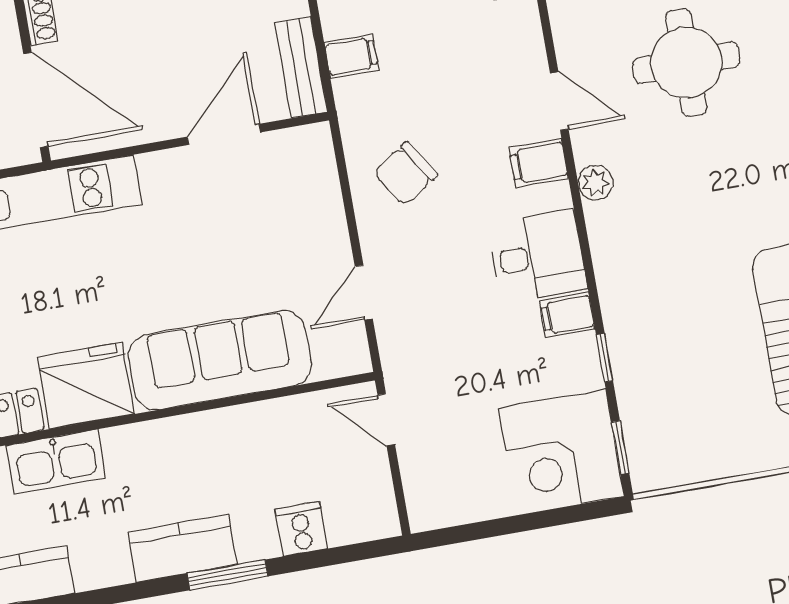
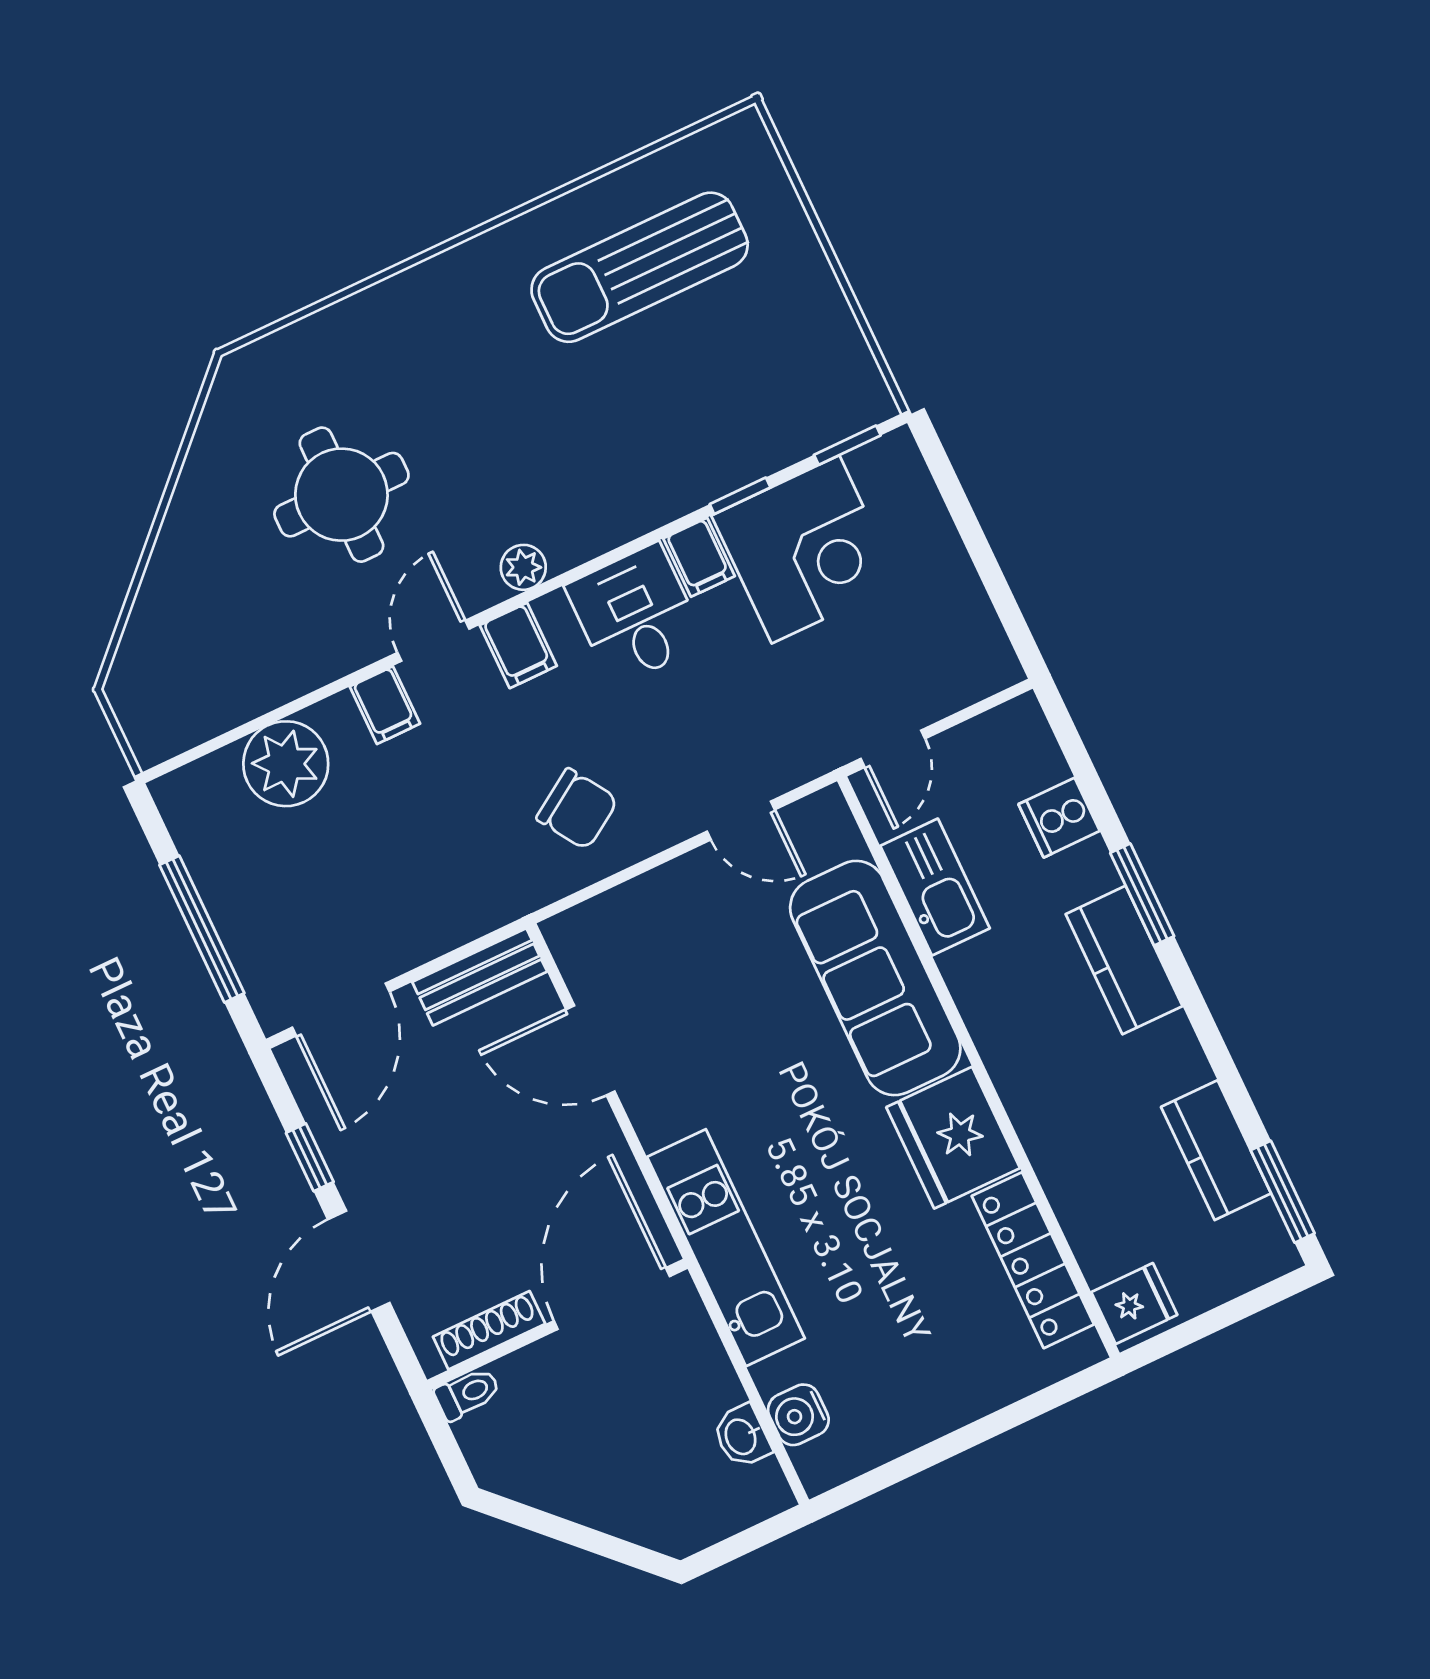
filing cabinet: (351, 56) -> (385, 705), moved, turned 180
corner desk: (562, 452) -> (806, 549), moved
kitchen sink: (56, 462) -> (935, 887), moved

